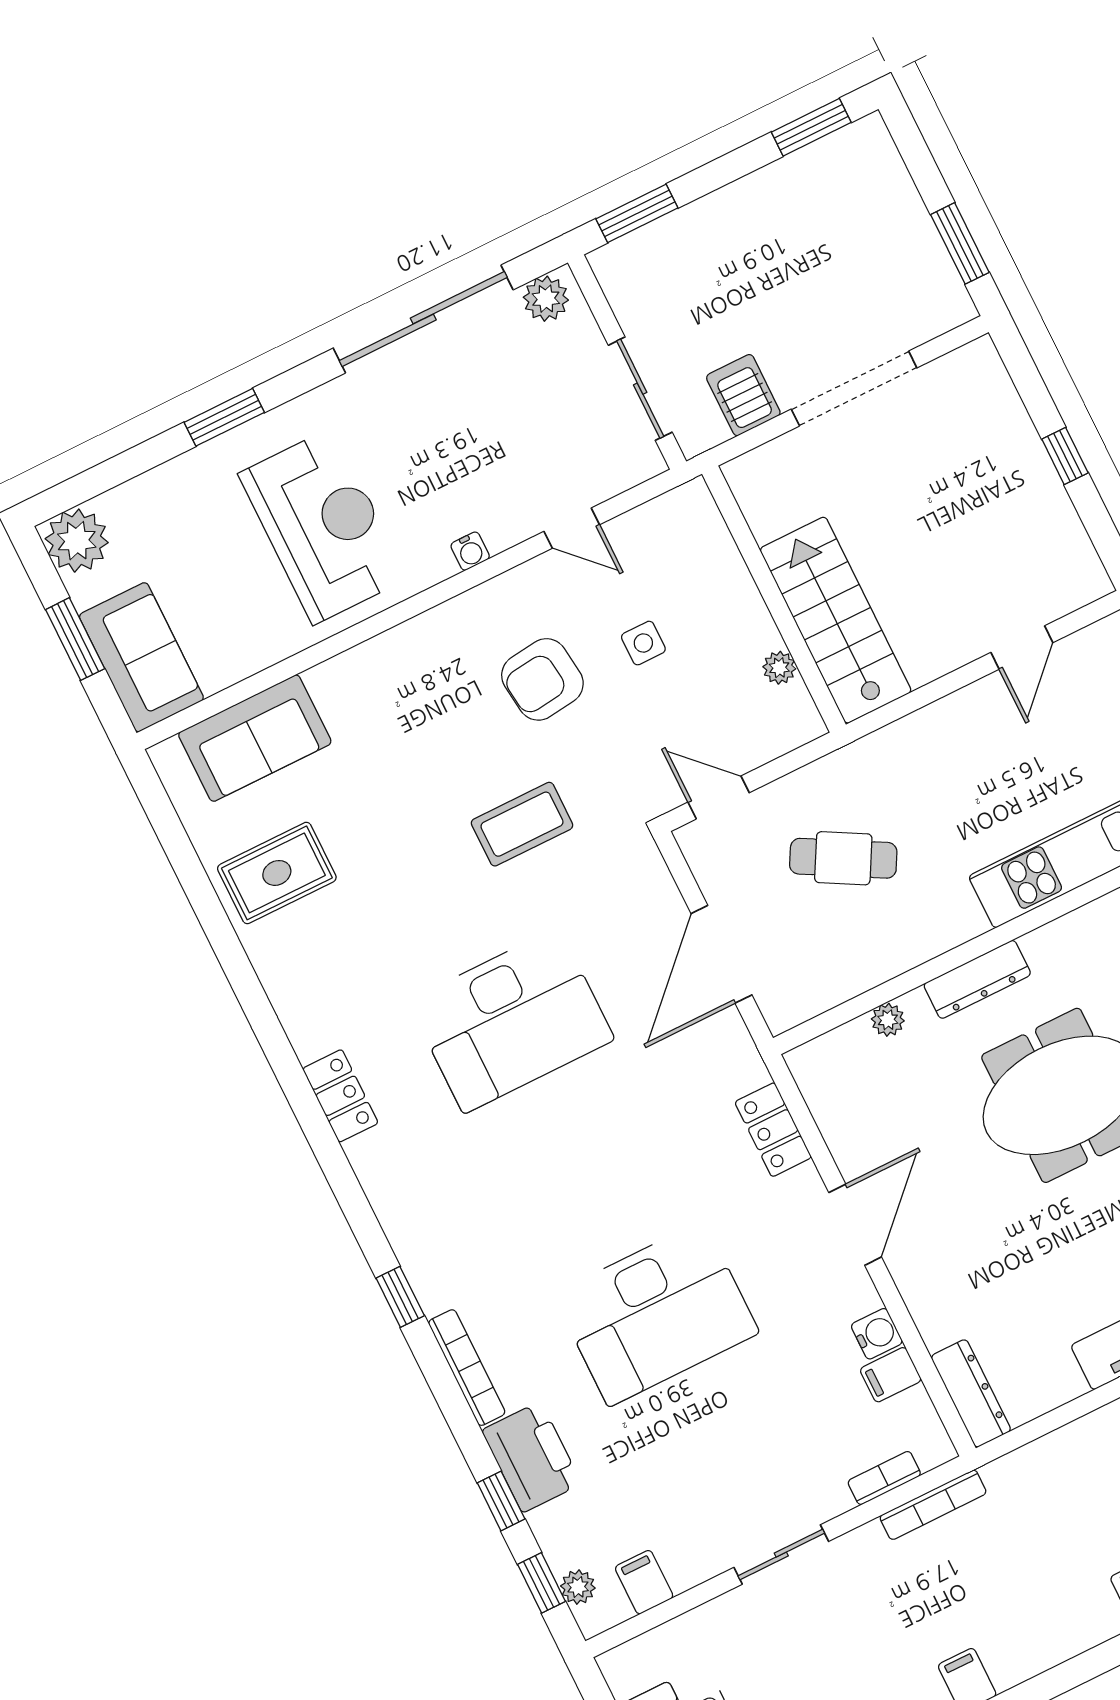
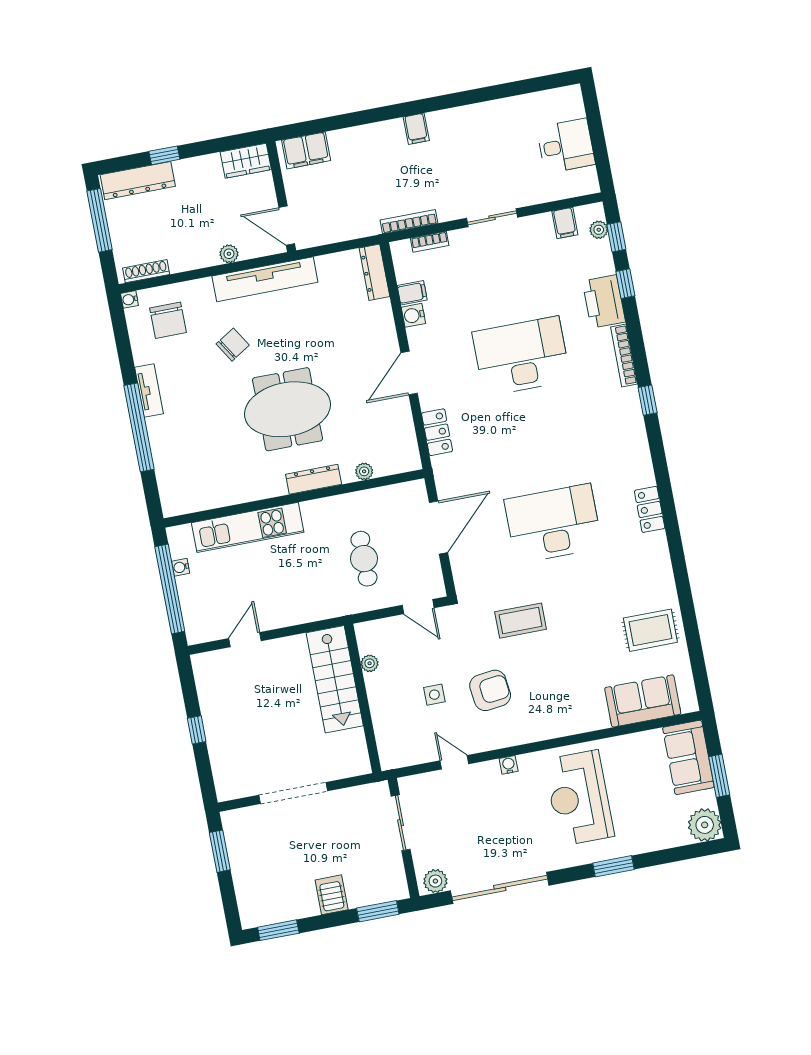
server rack: (743, 395) -> (332, 895), moved, turned 180
cafe table: (843, 858) -> (364, 559), turned 61

